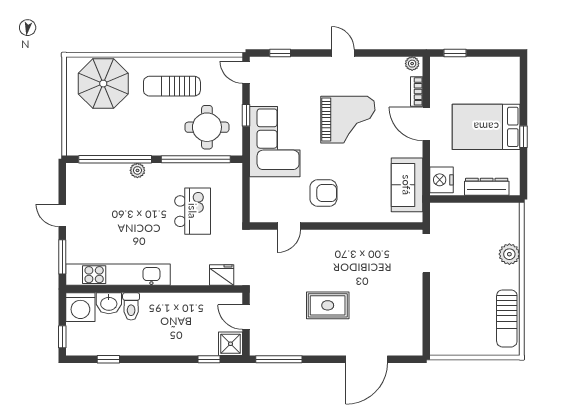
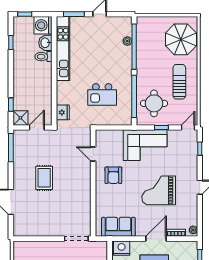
grand piano: (348, 120) -> (159, 190), turned 90
plant: (137, 170) -> (127, 41), moved

